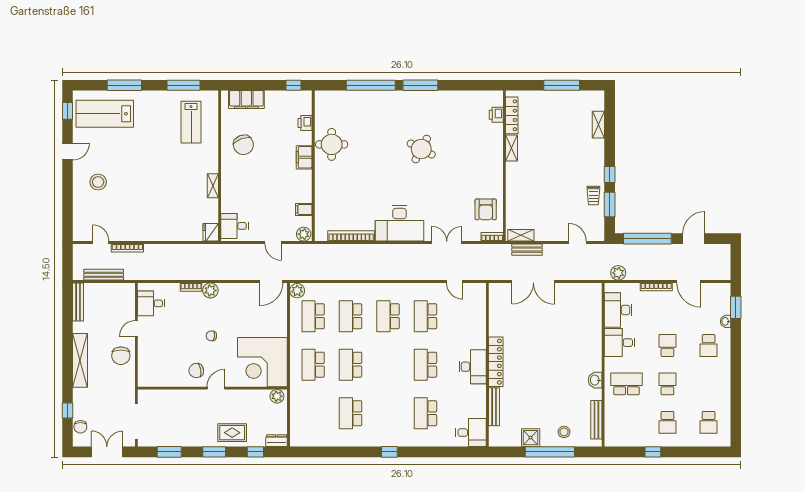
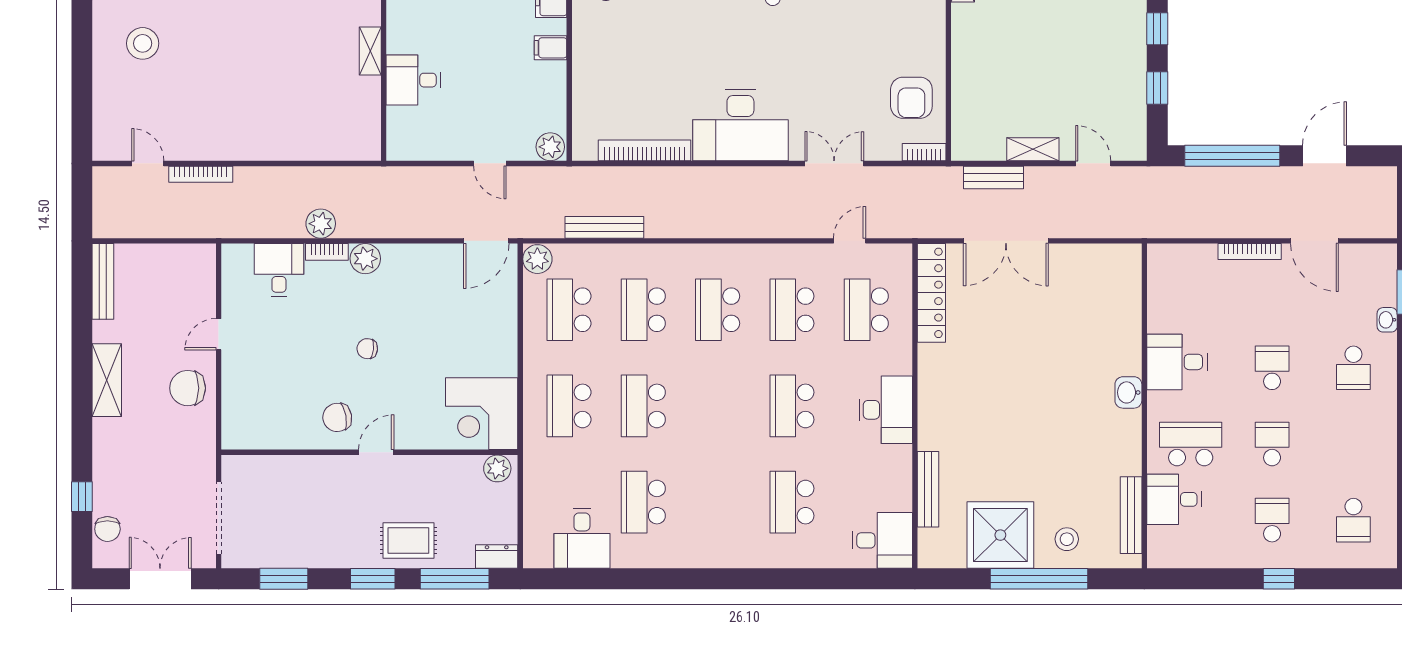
trolley: (593, 195) -> (1125, 70), removed
window: (610, 204) -> (1157, 88), width x0.67
filing cabinet: (304, 209) -> (551, 48), moved
desk: (235, 226) -> (413, 80), moved
fridge: (211, 232) -> (366, 143), removed
shelving: (521, 235) -> (1033, 149), moved
plant: (618, 273) -> (321, 224), moved
bench: (104, 275) -> (604, 227), moved
door: (455, 282) -> (850, 241), swing flipped
desk: (151, 303) -> (279, 270), moved, turned 90
desk: (618, 310) -> (1174, 499), moved, width x0.73
school desk: (463, 316) -> (866, 310), added
chair: (121, 356) -> (188, 388), turned 90
shelving: (80, 360) -> (107, 380), width x0.68
corner desk: (262, 362) -> (482, 414), width x0.74, depth x0.74
locker: (496, 362) -> (931, 293), moved
washbasin: (595, 380) -> (1128, 392), moved
school desk: (667, 422) -> (1272, 520), turned 180
desk: (320, 431) -> (582, 538), added
shower: (531, 438) -> (1000, 535), width x1.86, depth x1.86
window: (255, 452) -> (455, 579), width x2.17
window: (389, 452) -> (720, 579), removed
window: (653, 452) -> (1279, 579), moved

